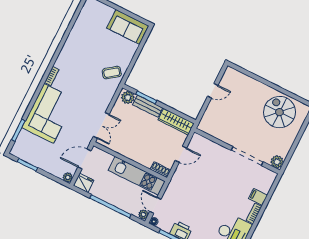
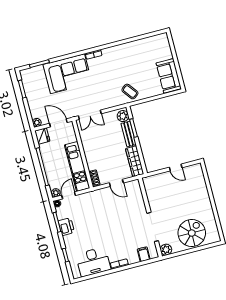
spiral stairs: (280, 112) -> (192, 233), moved
filing cabinet: (258, 197) -> (144, 254), moved

